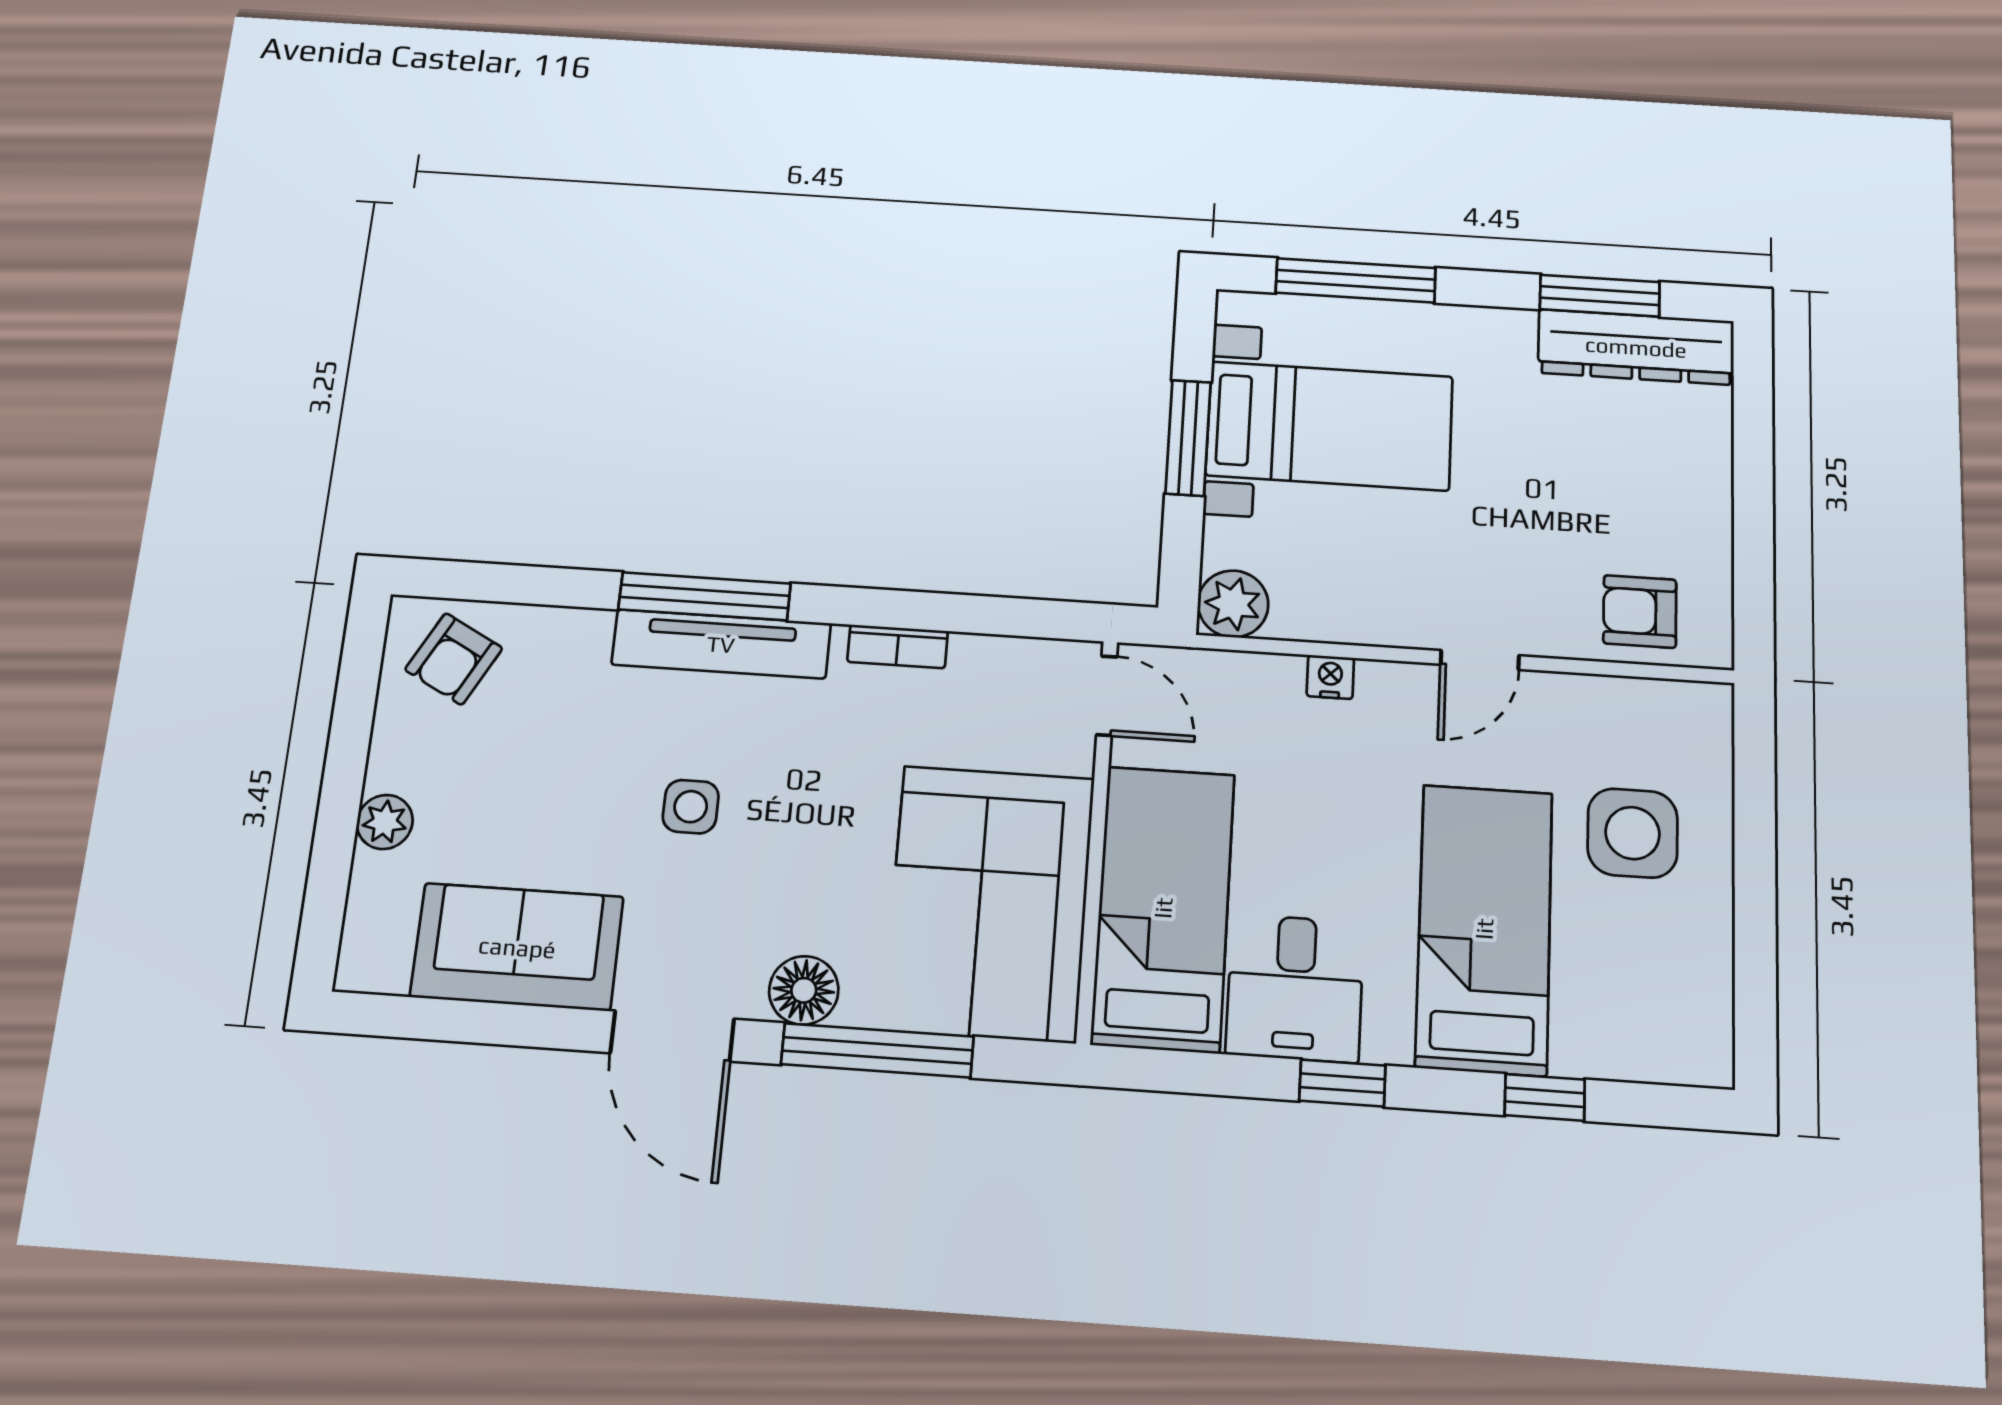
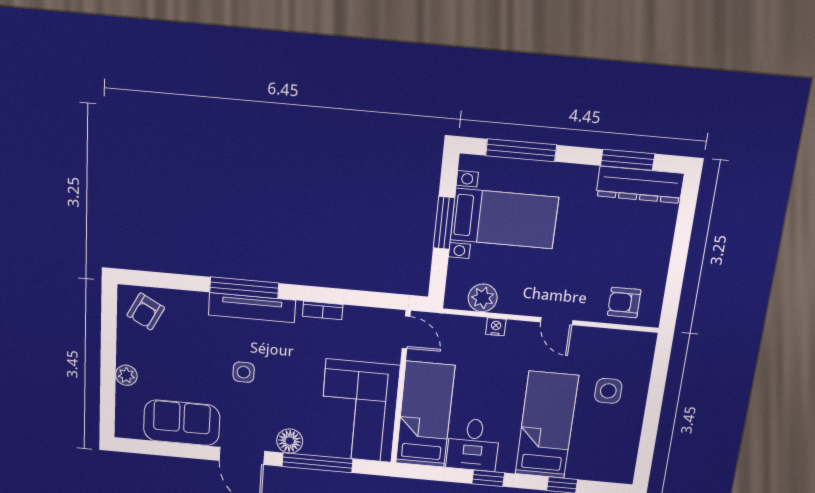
plant: (1233, 604) -> (483, 298), moved
door: (1480, 660) -> (557, 321), hinge flipped
side table: (1633, 833) -> (608, 391), width x0.73, depth x0.73

